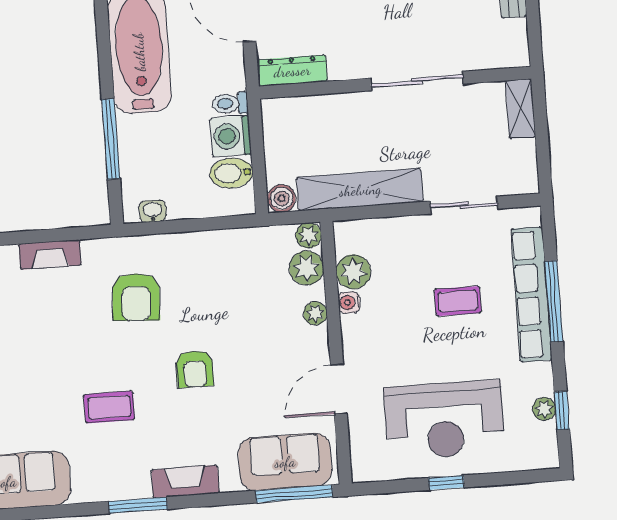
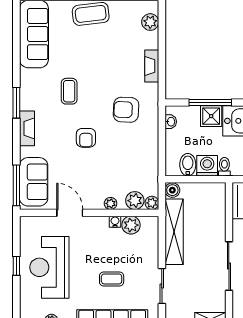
shower: (136, 135) -> (211, 116), added
coffee table: (458, 301) -> (112, 279), turned 90
armchair: (195, 369) -> (86, 138), turned -90

